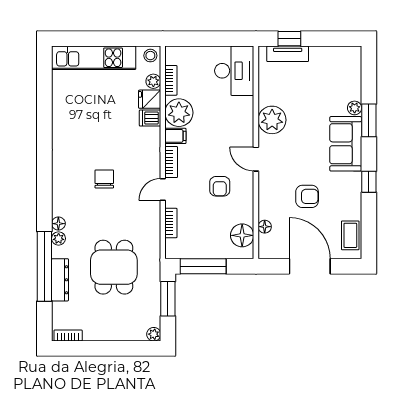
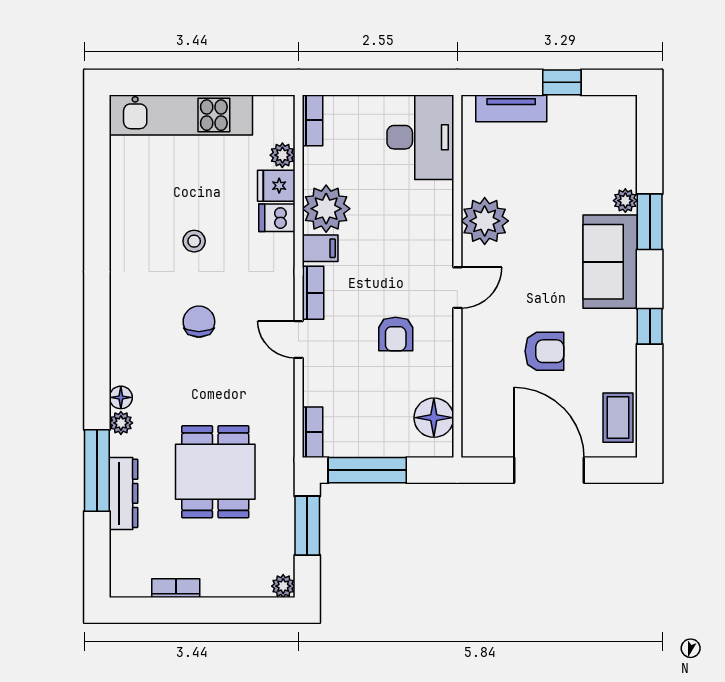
window: (289, 39) -> (562, 82), moved
stool: (150, 56) -> (194, 241), moved
bookcase: (171, 80) -> (313, 120), moved
door: (256, 159) -> (457, 288), swing flipped
door: (163, 189) -> (299, 339), hinge flipped
bookcase: (171, 223) -> (312, 432), moved
floor lamp: (265, 227) -> (472, 403), removed
window: (44, 266) -> (97, 470), width x0.68
bookcase: (68, 335) -> (176, 588), moved

